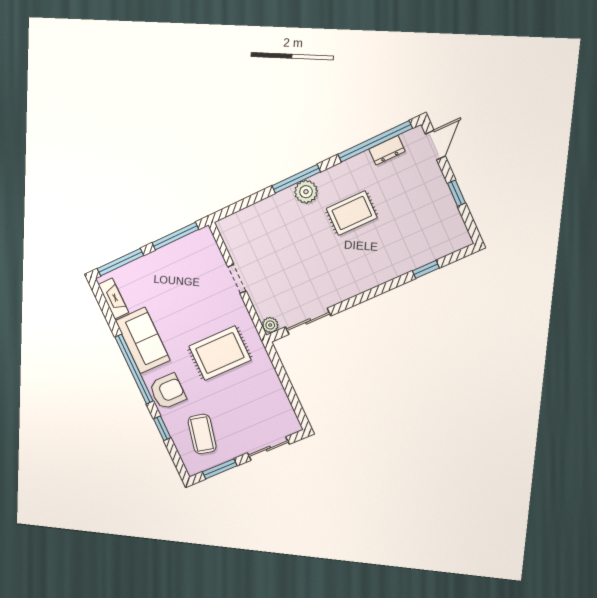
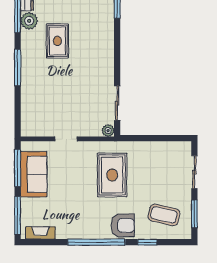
plant: (306, 192) -> (29, 21), moved
sofa: (143, 340) -> (34, 174), moved, turned 90
armchair: (168, 391) -> (123, 225), turned 90

